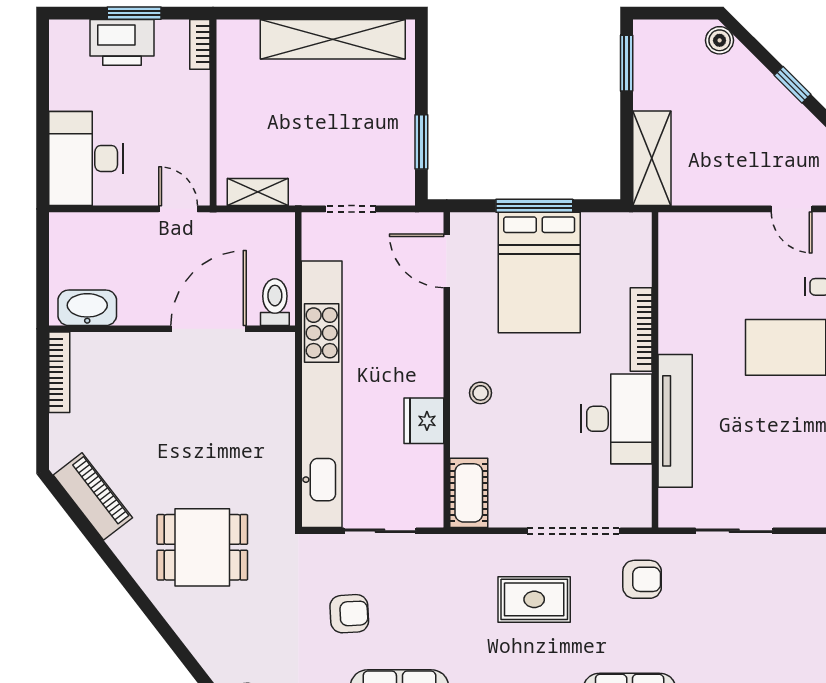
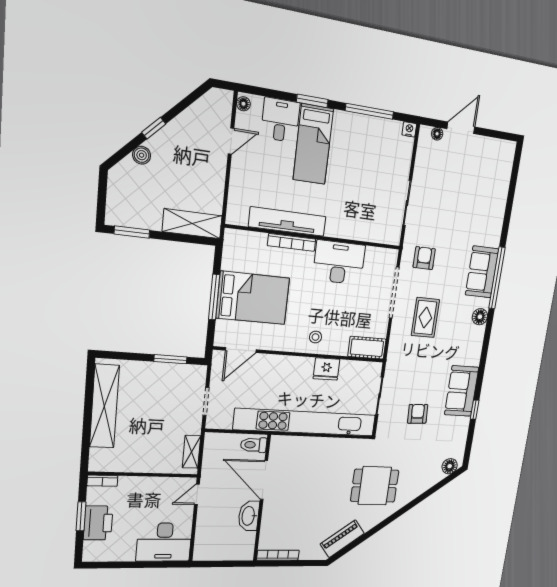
boiler: (720, 40) -> (142, 155), moved
washbasin: (87, 308) -> (249, 516), moved
tv unit: (675, 421) -> (287, 222), moved
dining table: (202, 547) -> (375, 486), turned 90

